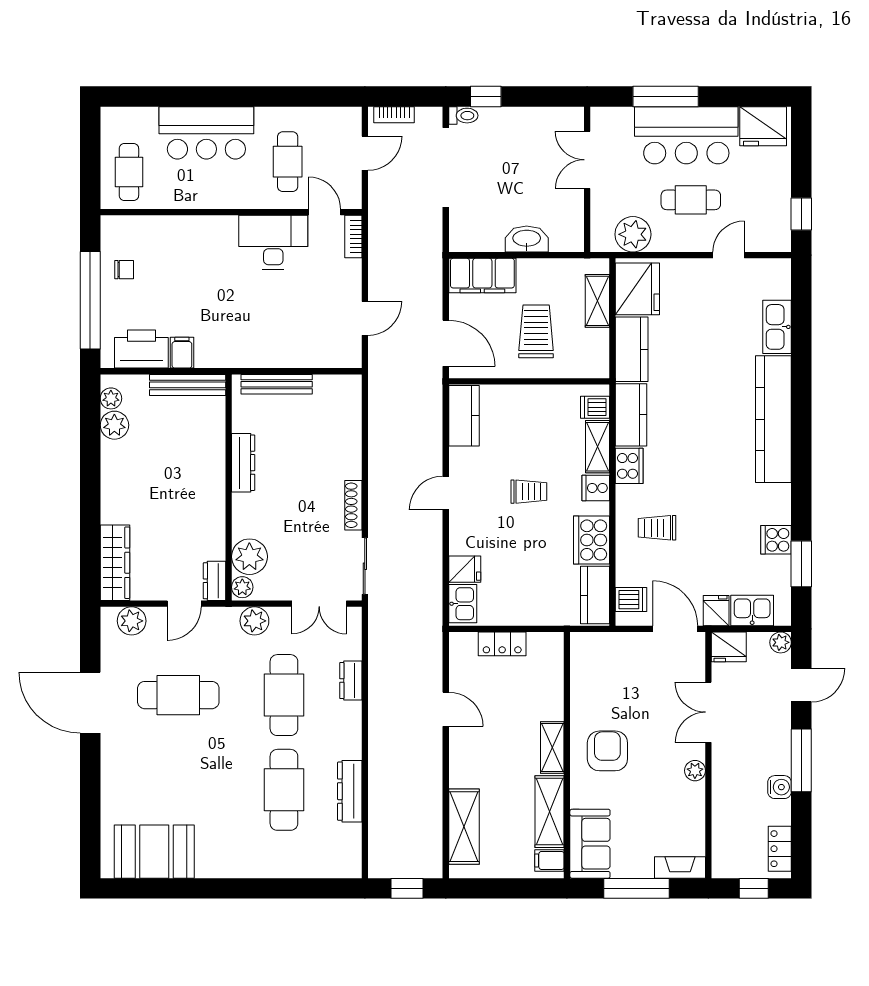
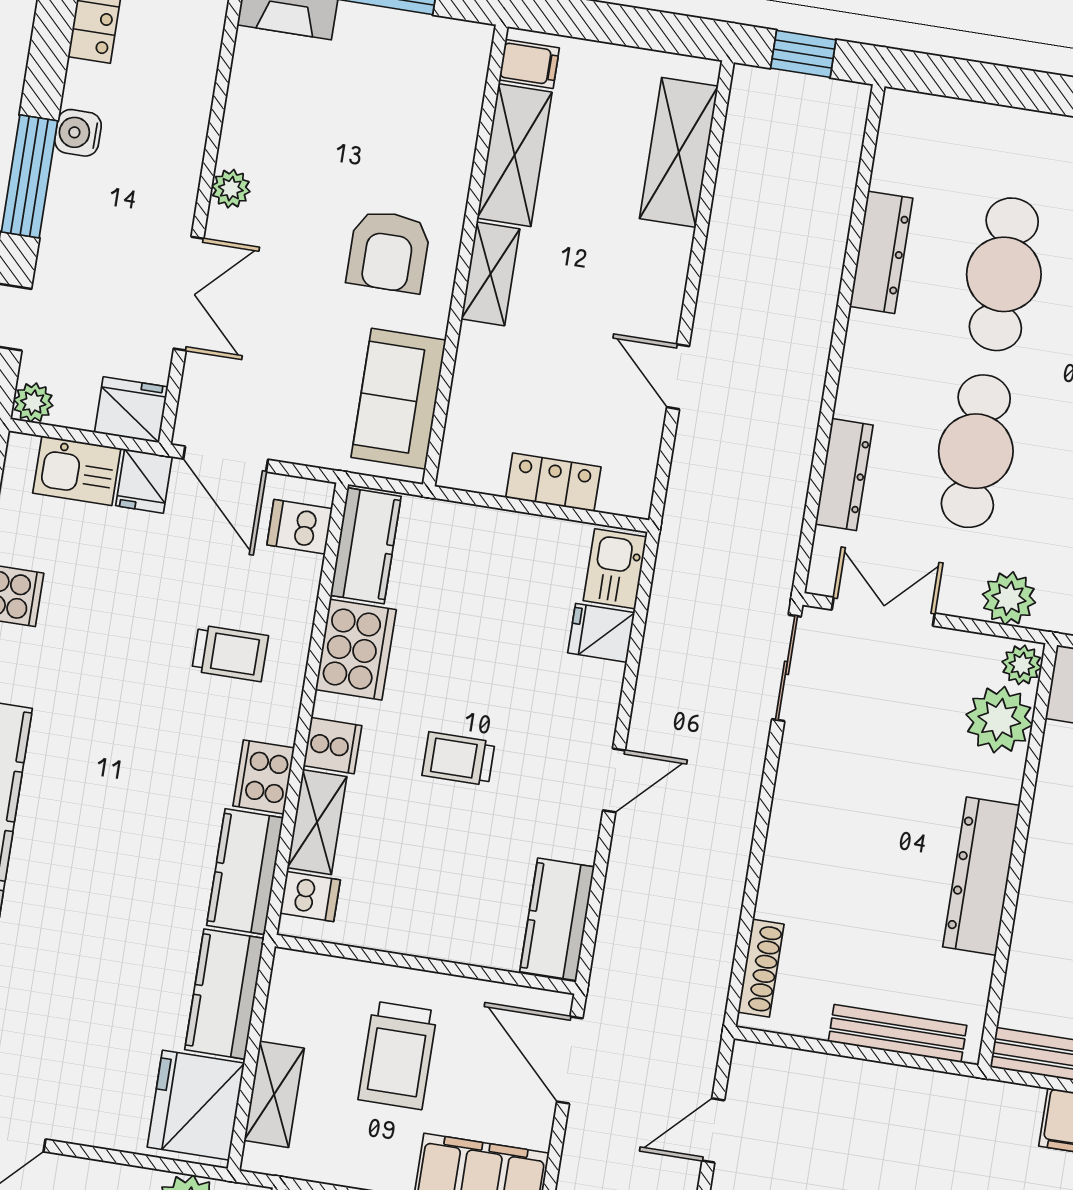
dresser: (243, 463) -> (981, 876), width x1.37, depth x1.24
shoe rack: (353, 505) -> (761, 968), moved
dresser: (351, 681) -> (844, 475), width x1.44
sofa: (590, 844) -> (399, 399), moved

